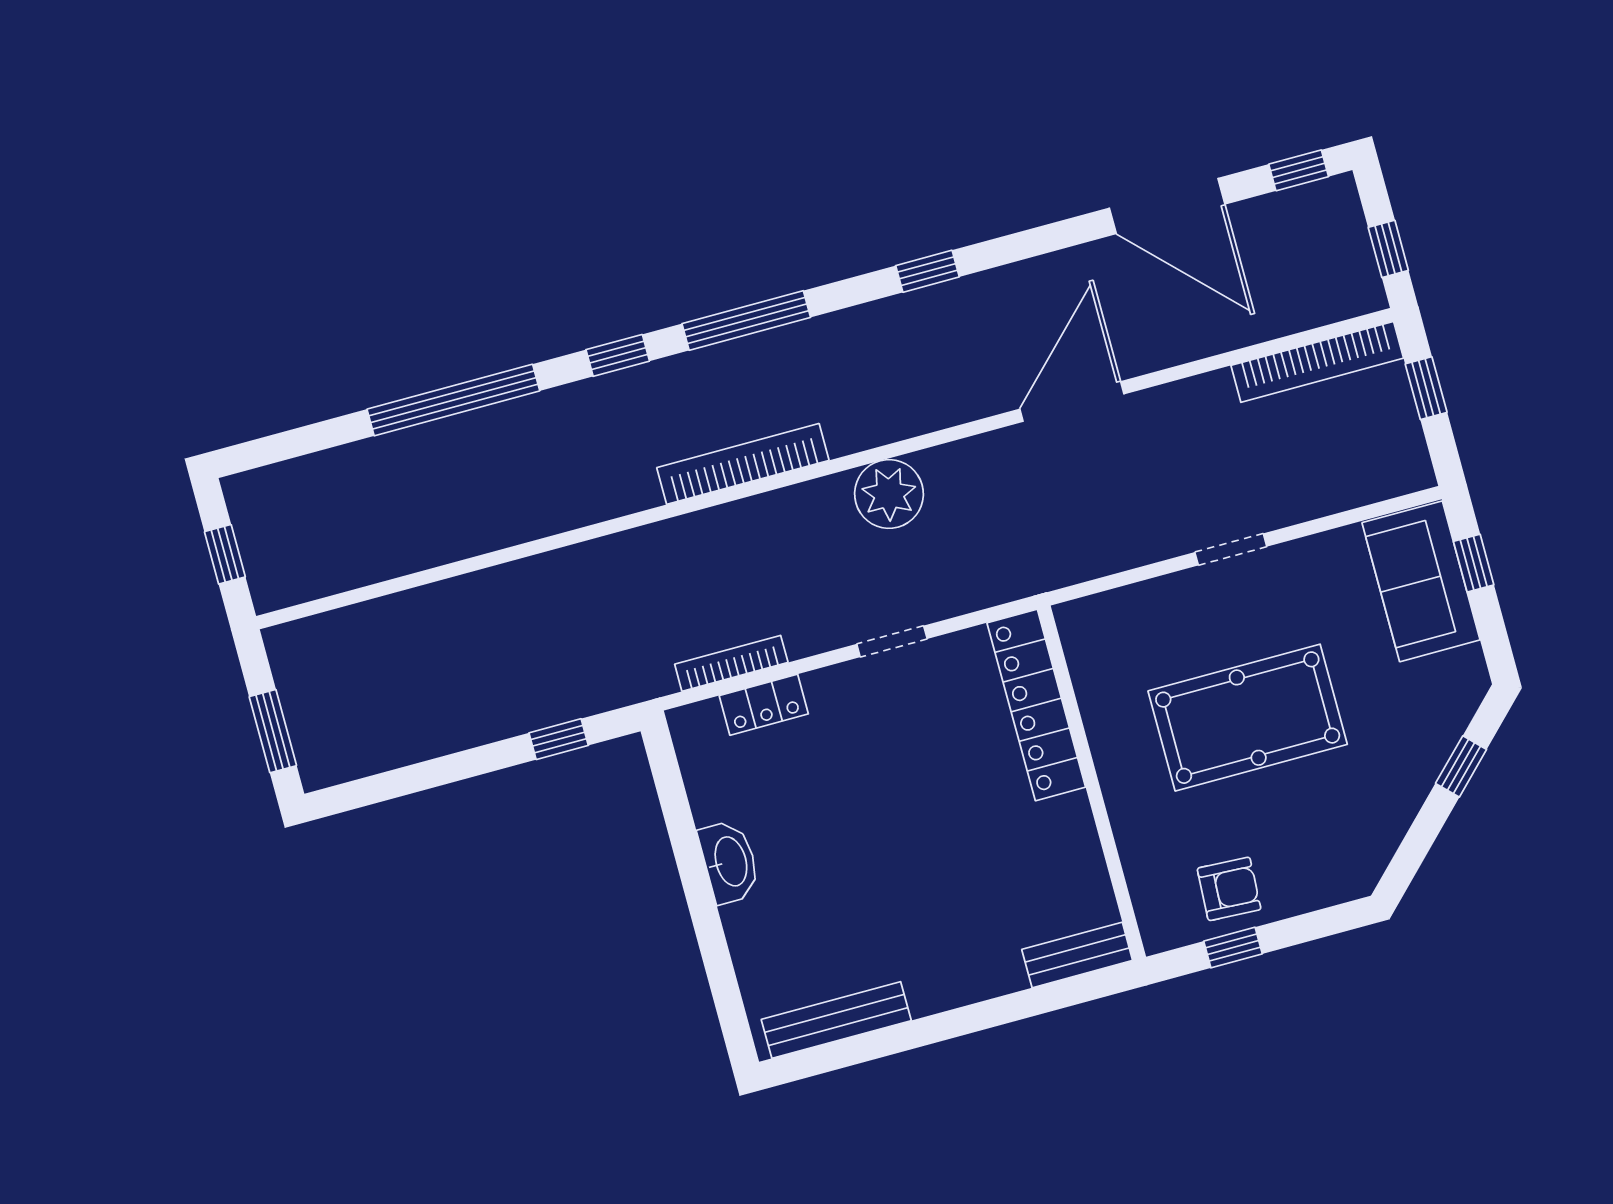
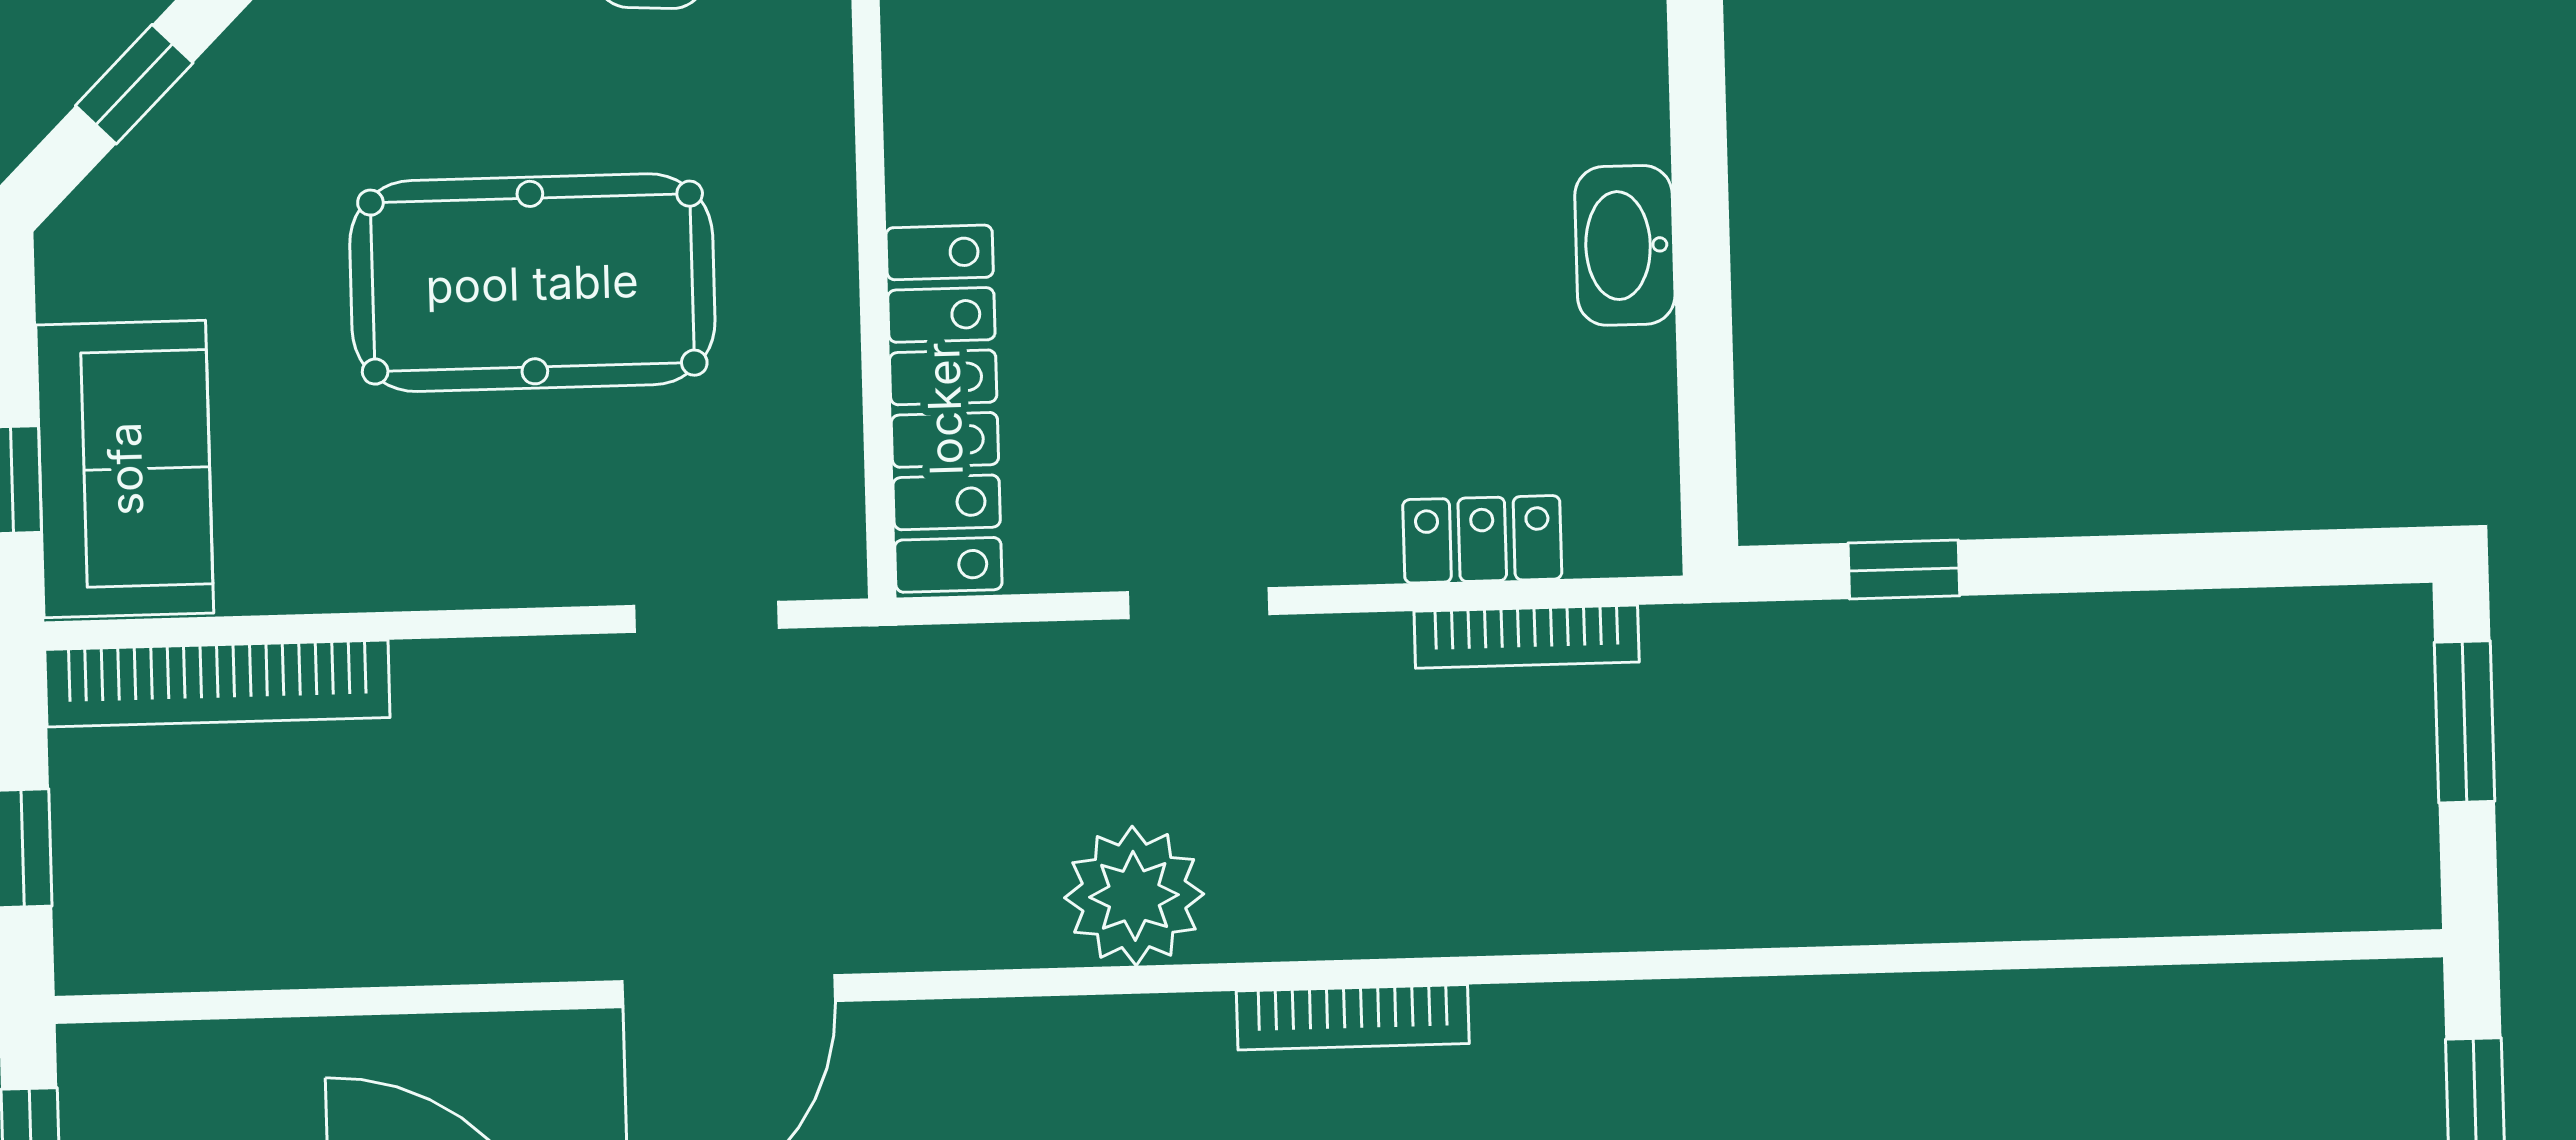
bookcase: (1317, 362) -> (217, 684), moved, turned 180
bookcase: (743, 464) -> (1353, 1017), width x0.68, depth x0.76
doorway: (1231, 549) -> (706, 617), moved

